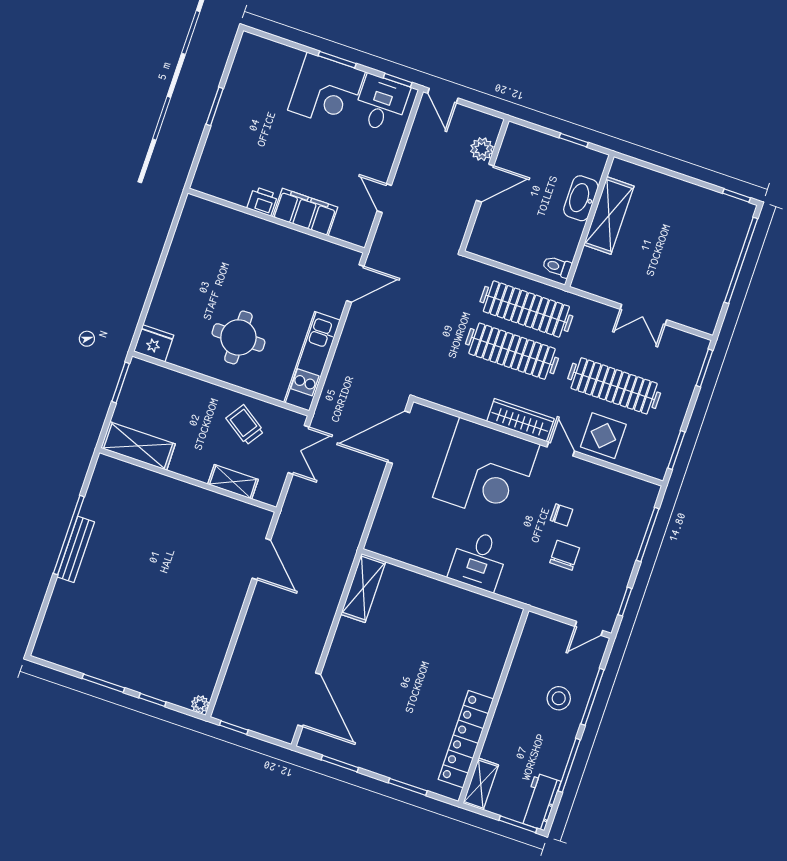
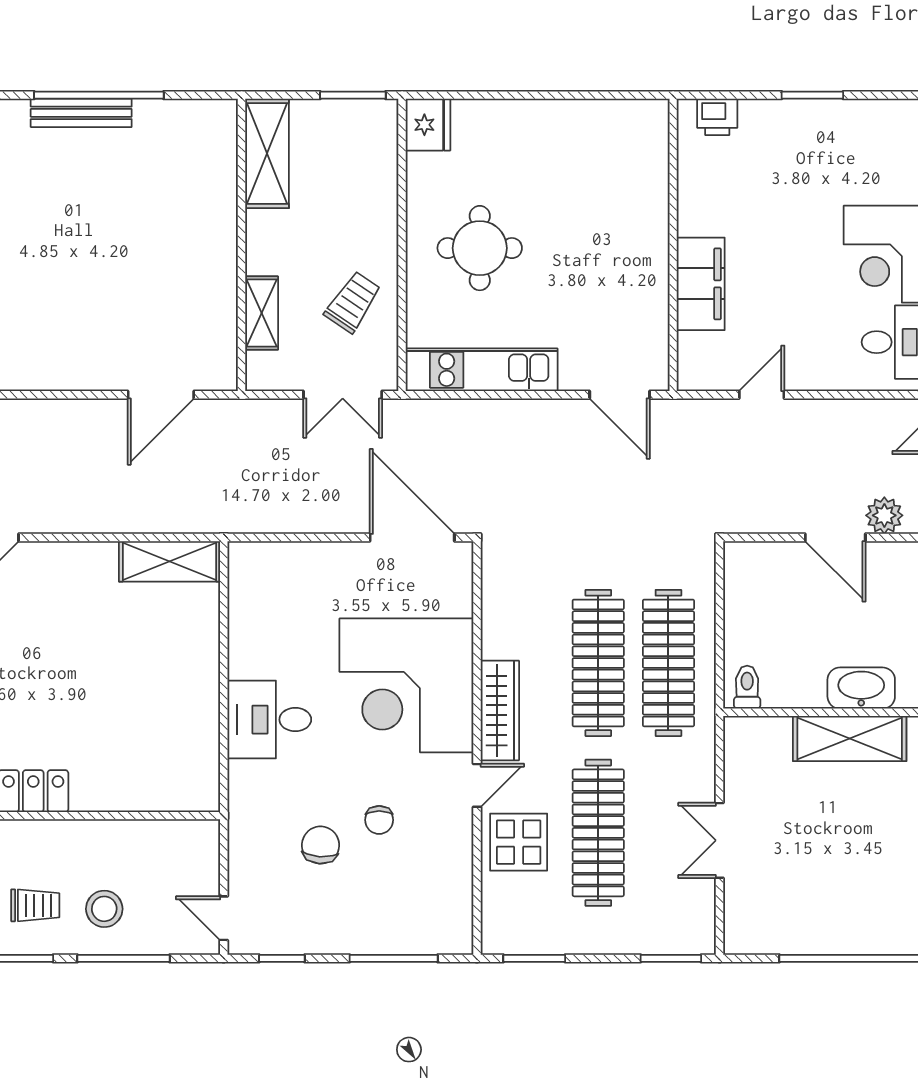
printer: (262, 201) -> (717, 117), moved, turned 90
chair: (565, 555) -> (321, 845), turned -86
trolley: (542, 739) -> (35, 905), added

